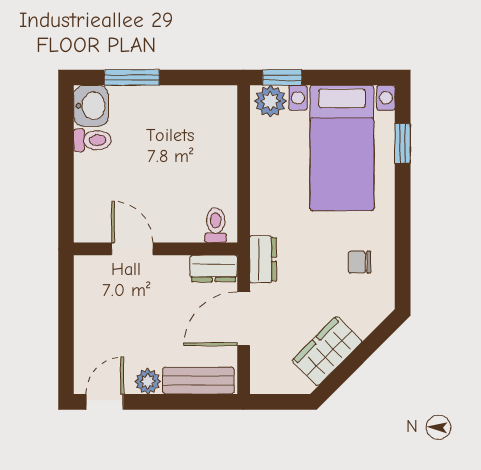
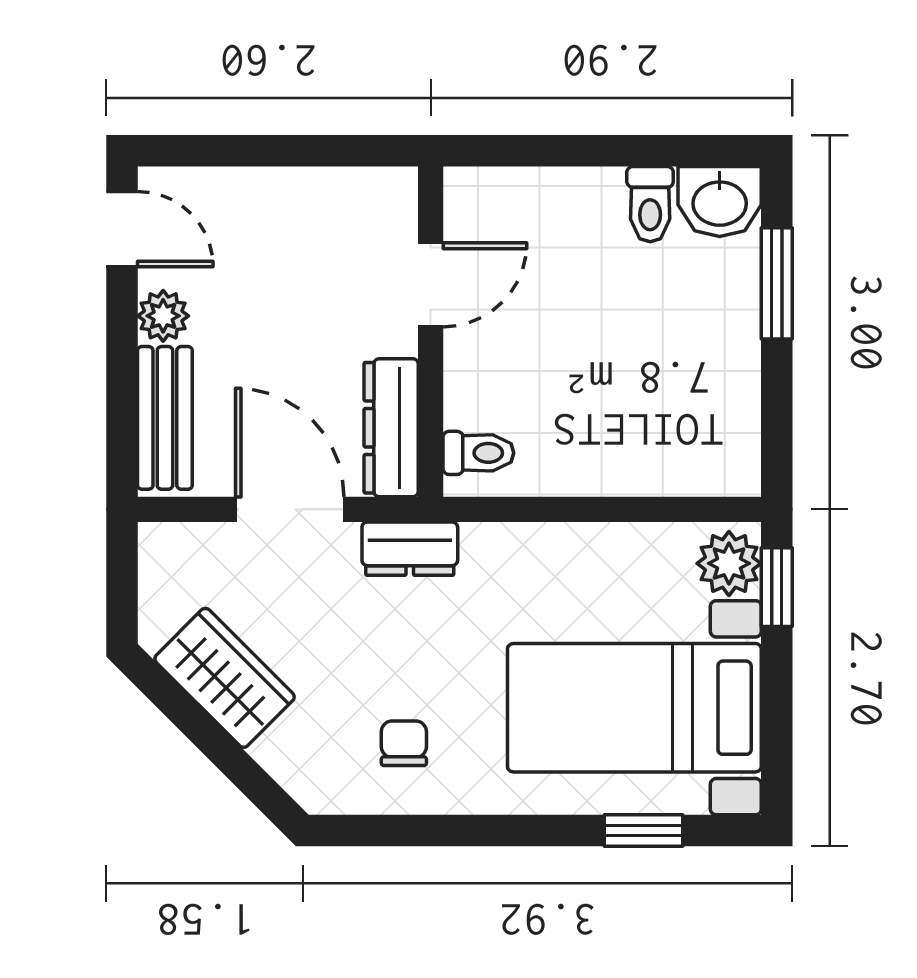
dresser: (214, 268) -> (391, 428), width x1.44

